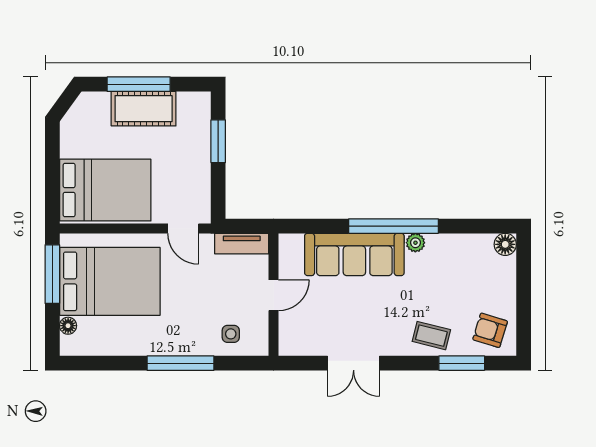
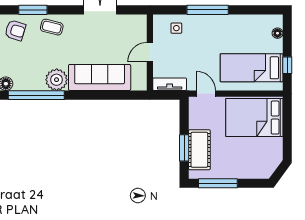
window: (139, 84) -> (218, 183), moved
cot: (144, 109) -> (199, 150), moved, turned 90
window: (394, 226) -> (36, 95), moved
plant: (415, 243) -> (57, 80), width x1.88, depth x1.88
window: (52, 274) -> (287, 65), width x0.46
bed: (110, 281) -> (252, 68), width x0.67

